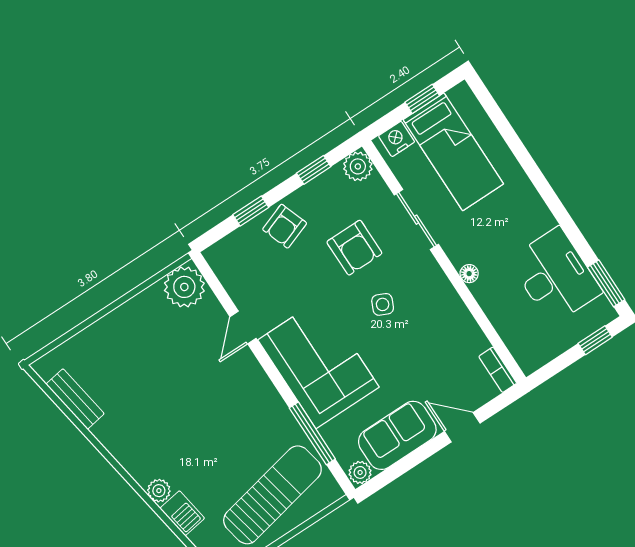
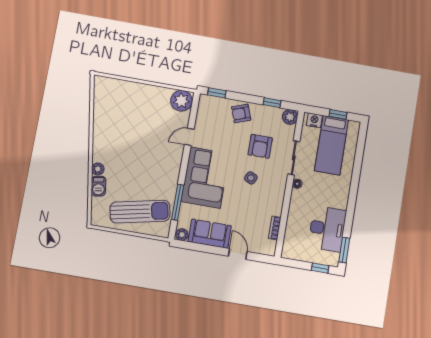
window: (251, 211) -> (217, 93), moved
floor lamp: (469, 274) -> (297, 184), moved
bookcase: (498, 370) -> (275, 228), moved
bench: (75, 399) -> (99, 104), removed

